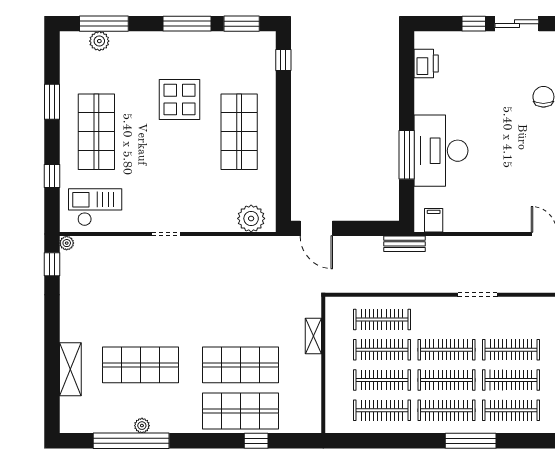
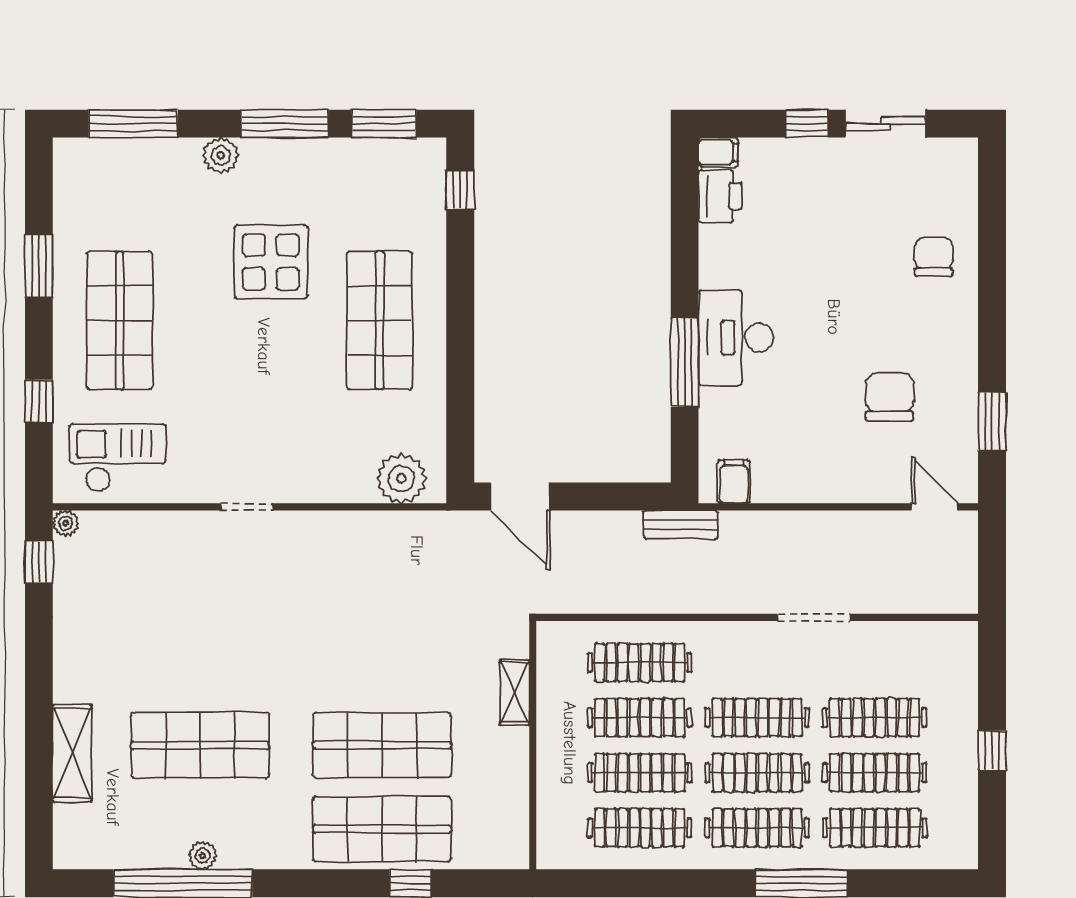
filing cabinet: (425, 39) -> (718, 152), added
plant: (99, 41) -> (221, 155), moved
desk: (441, 151) -> (736, 338), width x0.73, depth x0.77
chair: (519, 174) -> (890, 397), added

